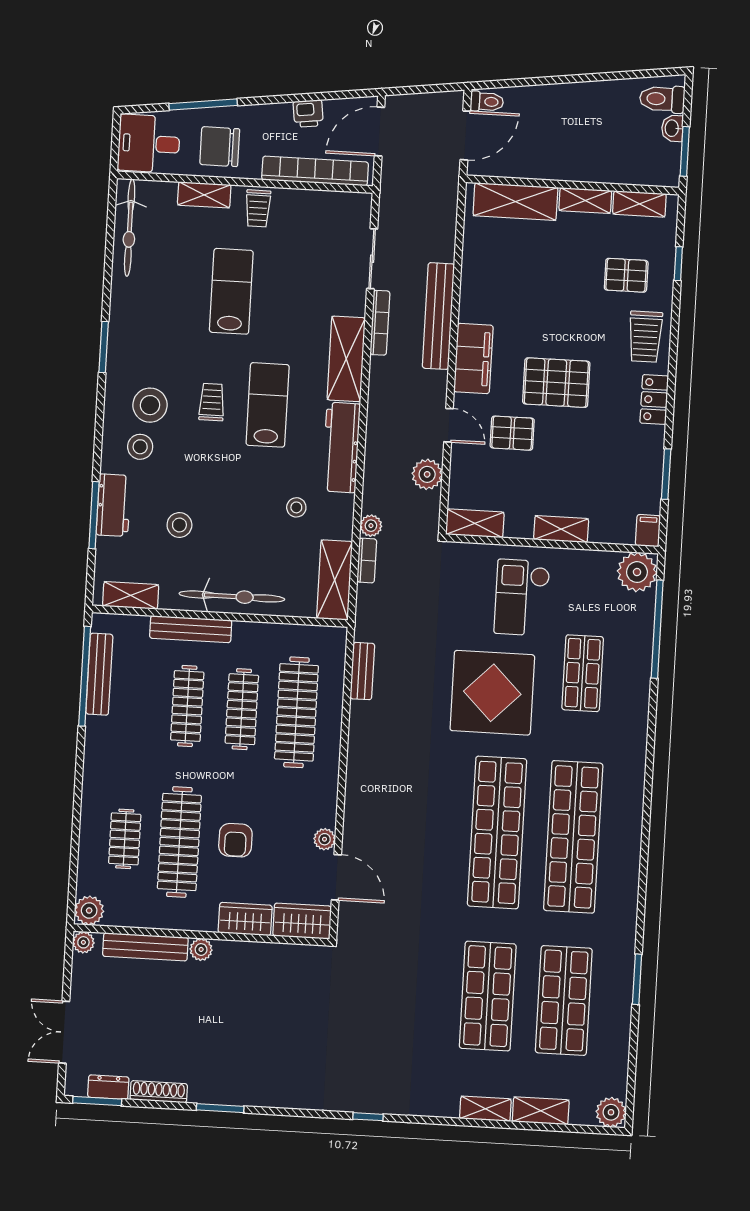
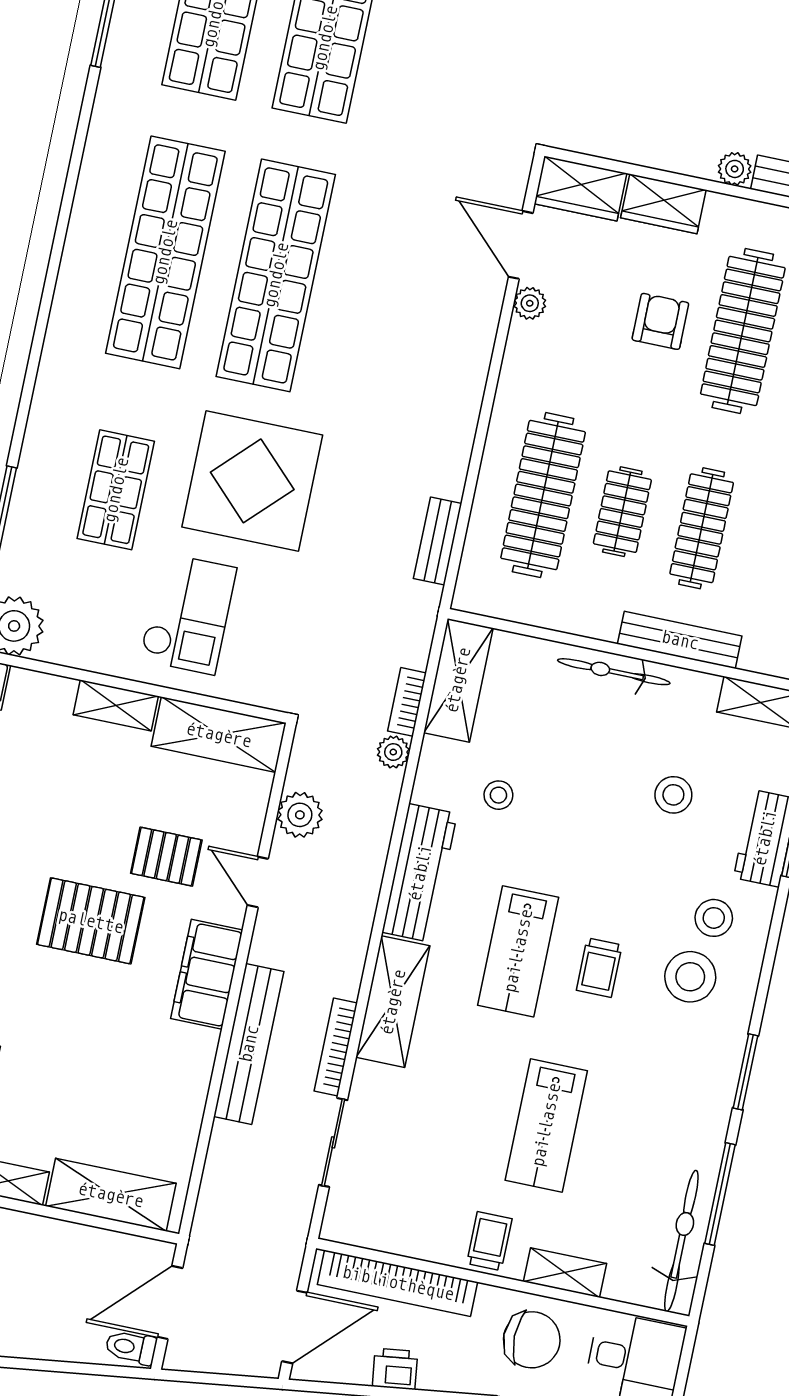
window: (108, 263) -> (720, 1194), added
shelving: (475, 523) -> (219, 735), width x1.50, depth x1.33
bicycle: (232, 596) -> (614, 672), width x0.73, depth x0.71
clothes rail: (242, 709) -> (622, 512), width x0.73

